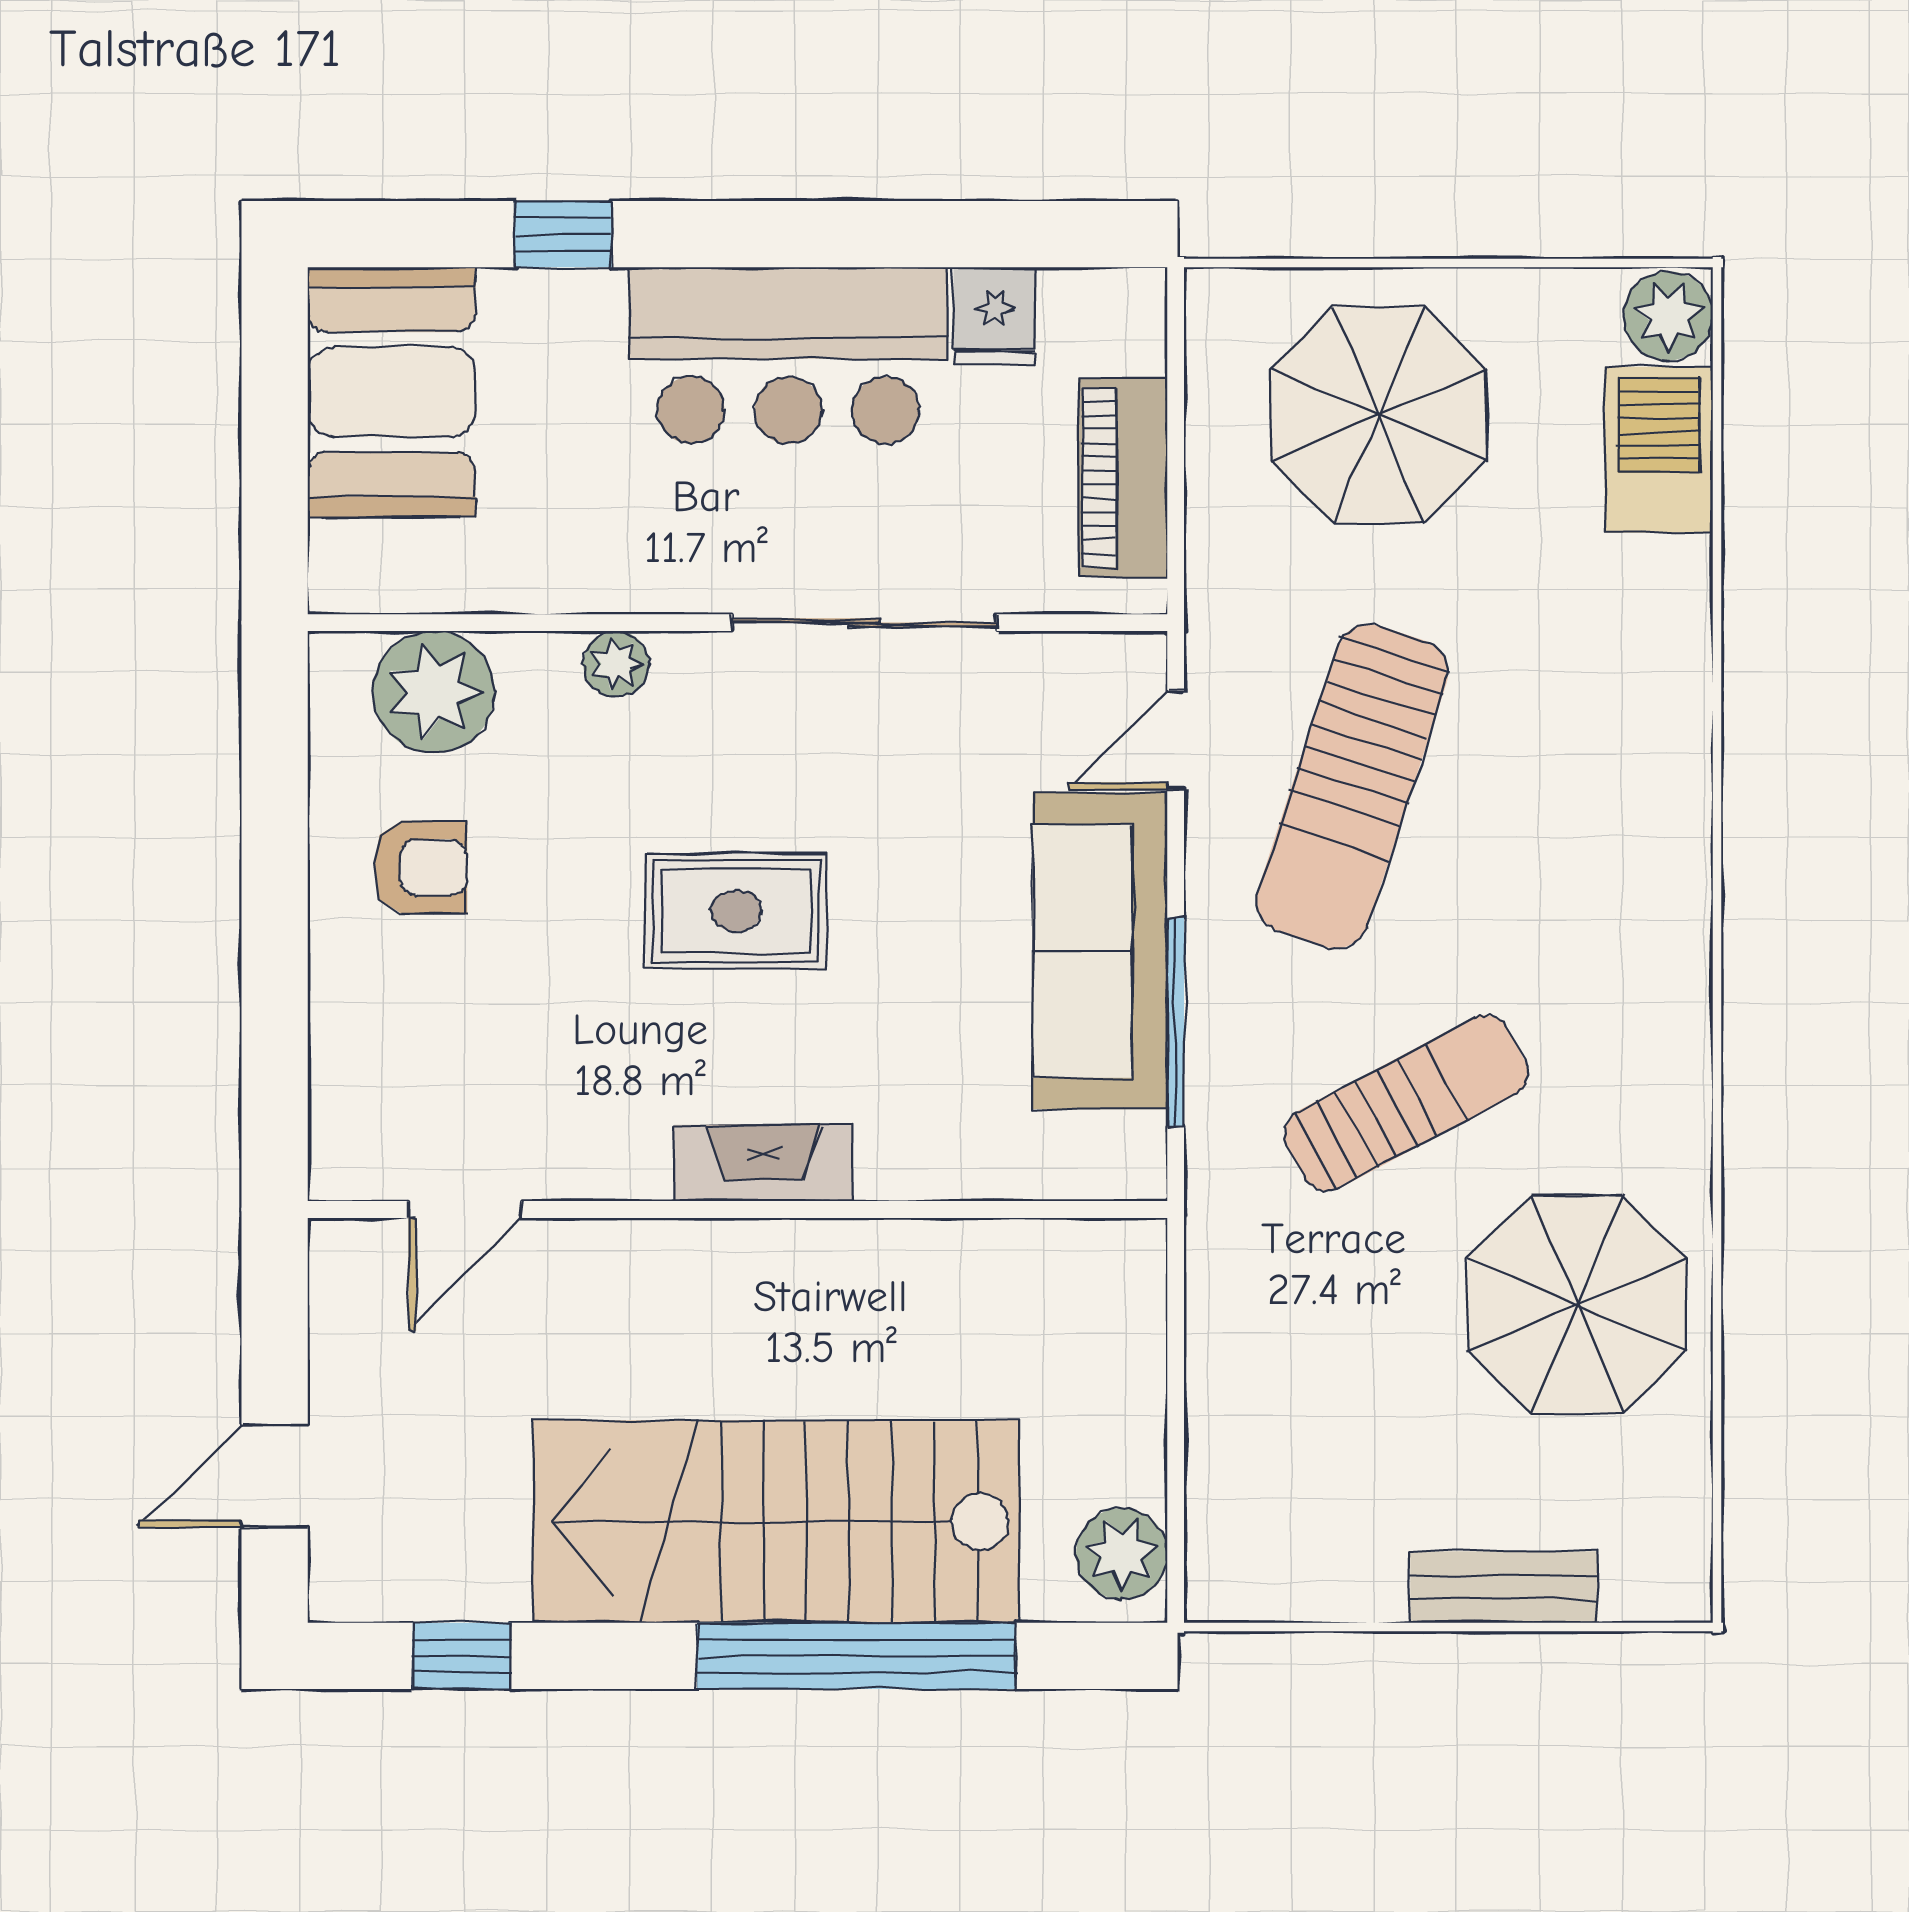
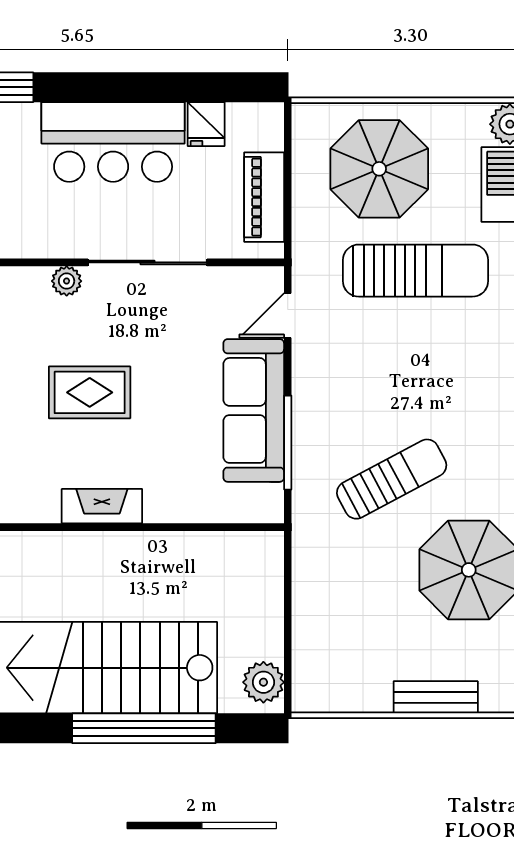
plant: (616, 664) -> (67, 281), moved
sun lounger: (1352, 786) -> (416, 271), moved, turned -108

